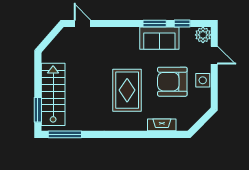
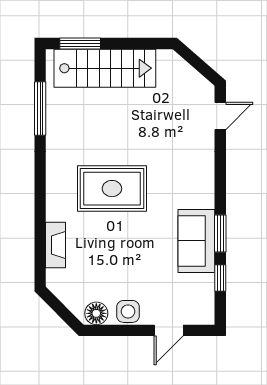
plant: (203, 35) -> (202, 312), removed
armchair: (172, 82) -> (126, 262), removed
floor lamp: (204, 100) -> (96, 313), added
window: (65, 134) -> (40, 109), moved

